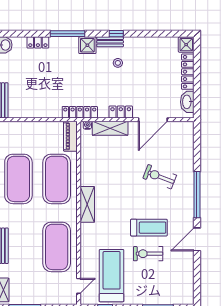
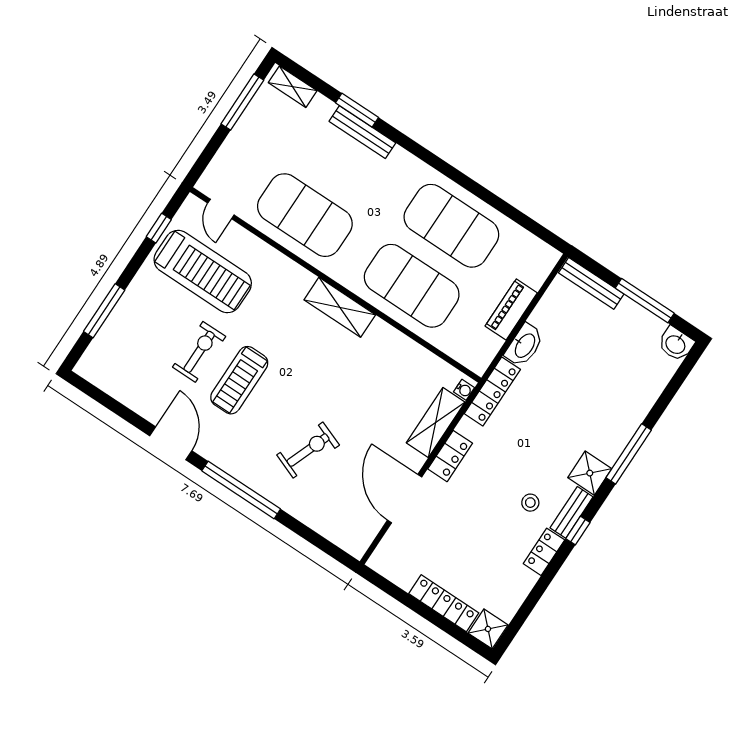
locker: (38, 42) -> (544, 552), moved
washbasin: (187, 102) -> (524, 345), moved, turned 90
piano: (70, 136) -> (511, 309), moved, turned -90

